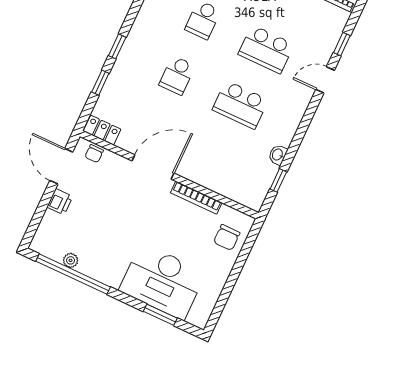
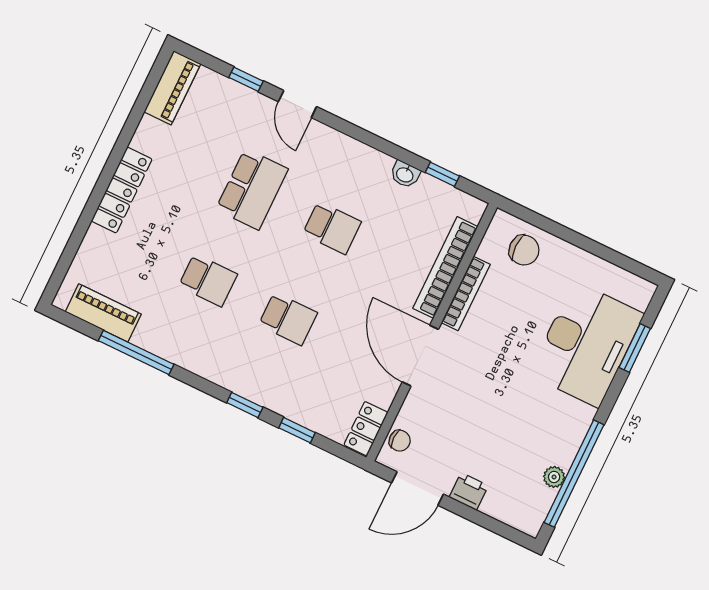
school desk: (240, 105) -> (332, 228), width x0.54
bookcase: (214, 183) -> (445, 267), added

